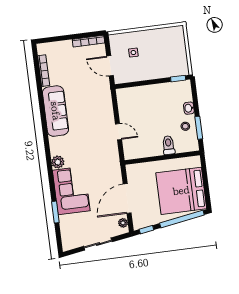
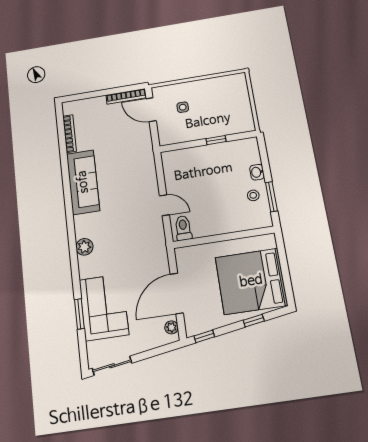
door: (110, 66) -> (151, 110), moved
window: (178, 79) -> (216, 140), moved
toilet: (168, 145) -> (183, 228), moved
corner sofa: (71, 191) -> (104, 307), moved
window: (182, 219) -> (254, 321), width x0.32
sliding door: (98, 244) -> (112, 366), moved

